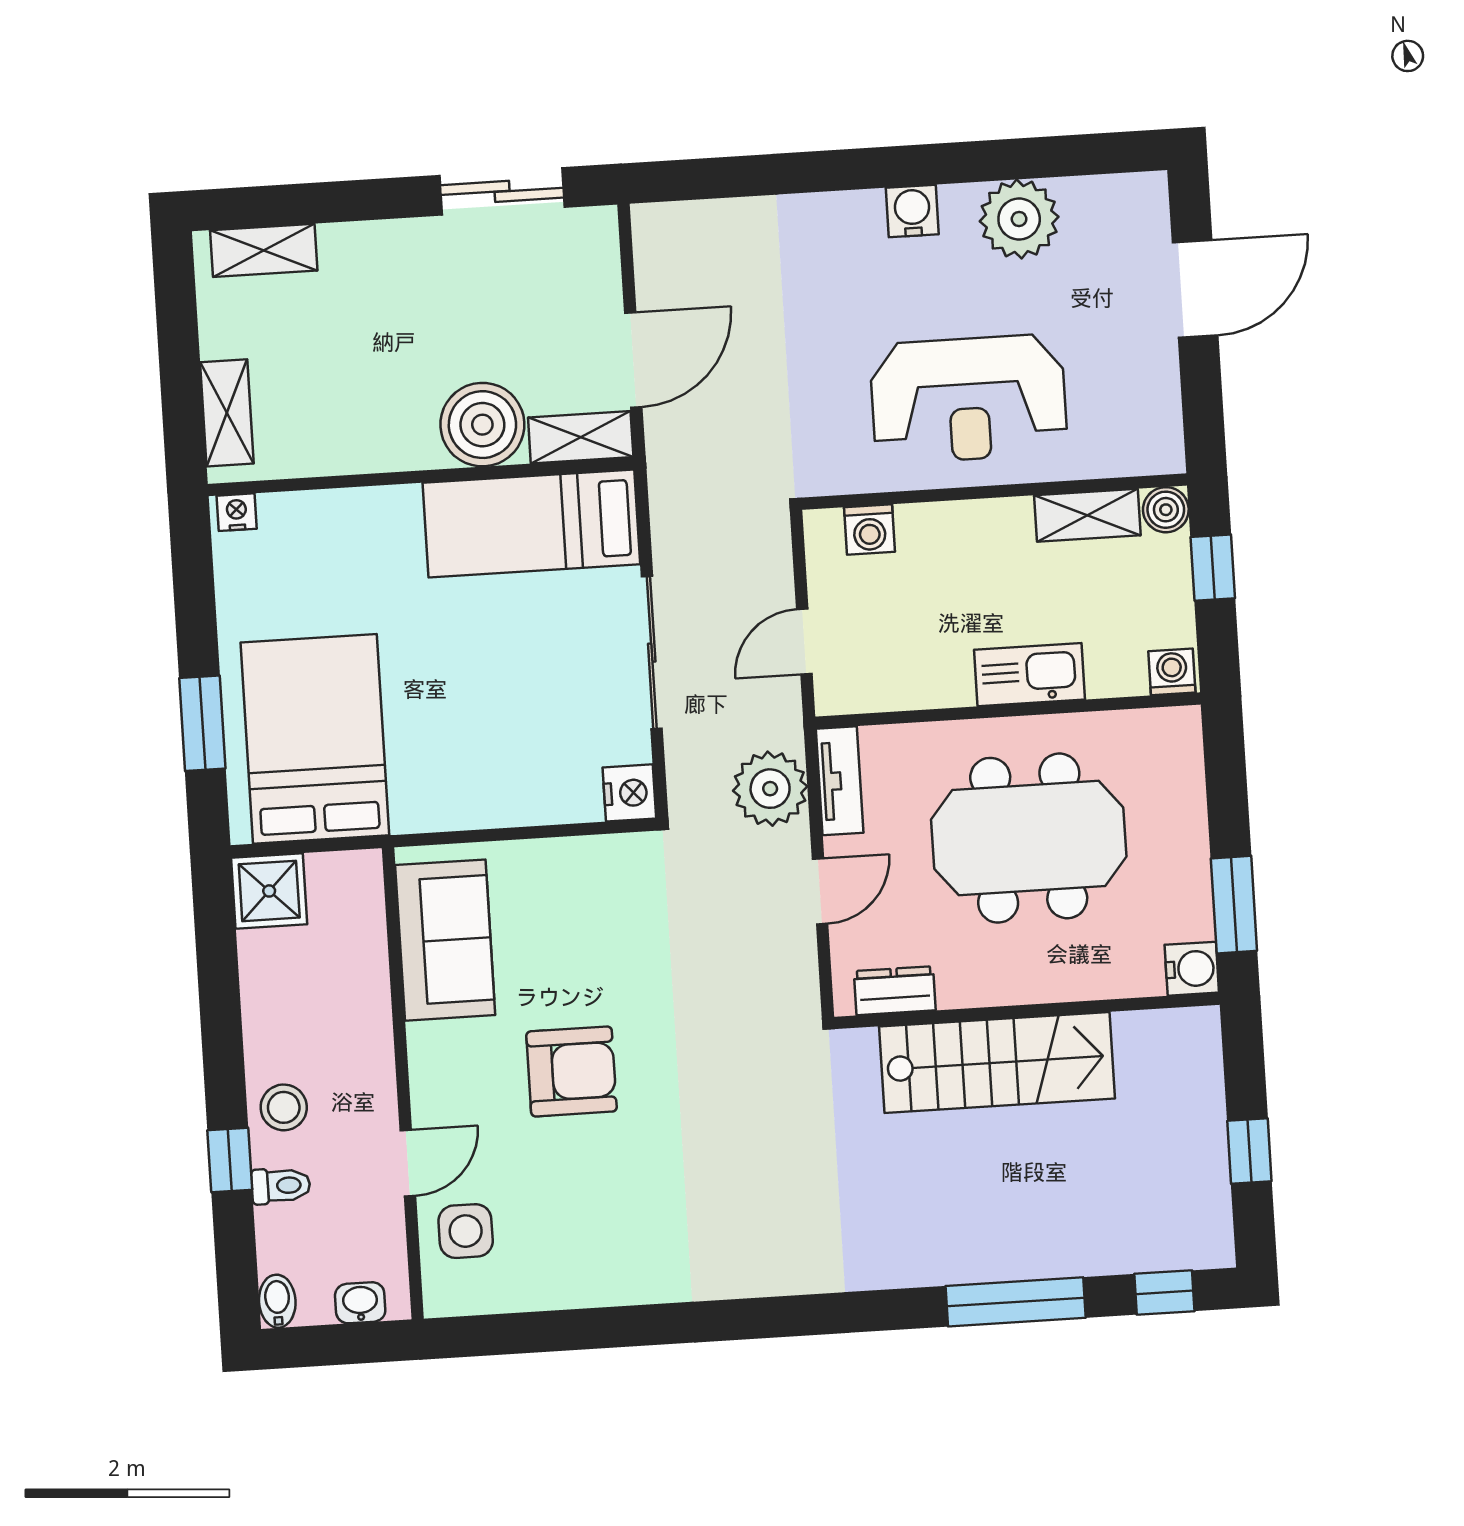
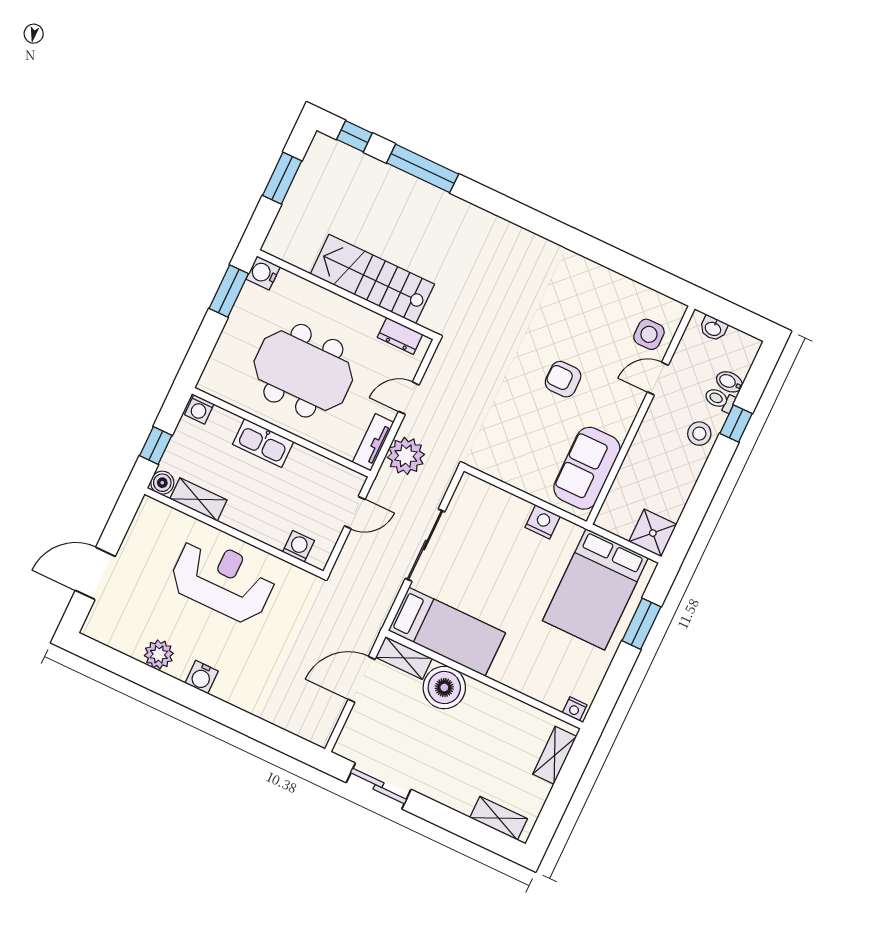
plant: (1019, 219) -> (159, 654), width x0.73, depth x0.73
nightstand: (629, 793) -> (543, 522), moved, turned 90
armchair: (571, 1071) -> (563, 379), width x0.72, depth x0.72
window: (1249, 1151) -> (282, 178), width x1.50
bidet: (277, 1301) -> (729, 382), moved, turned 90

